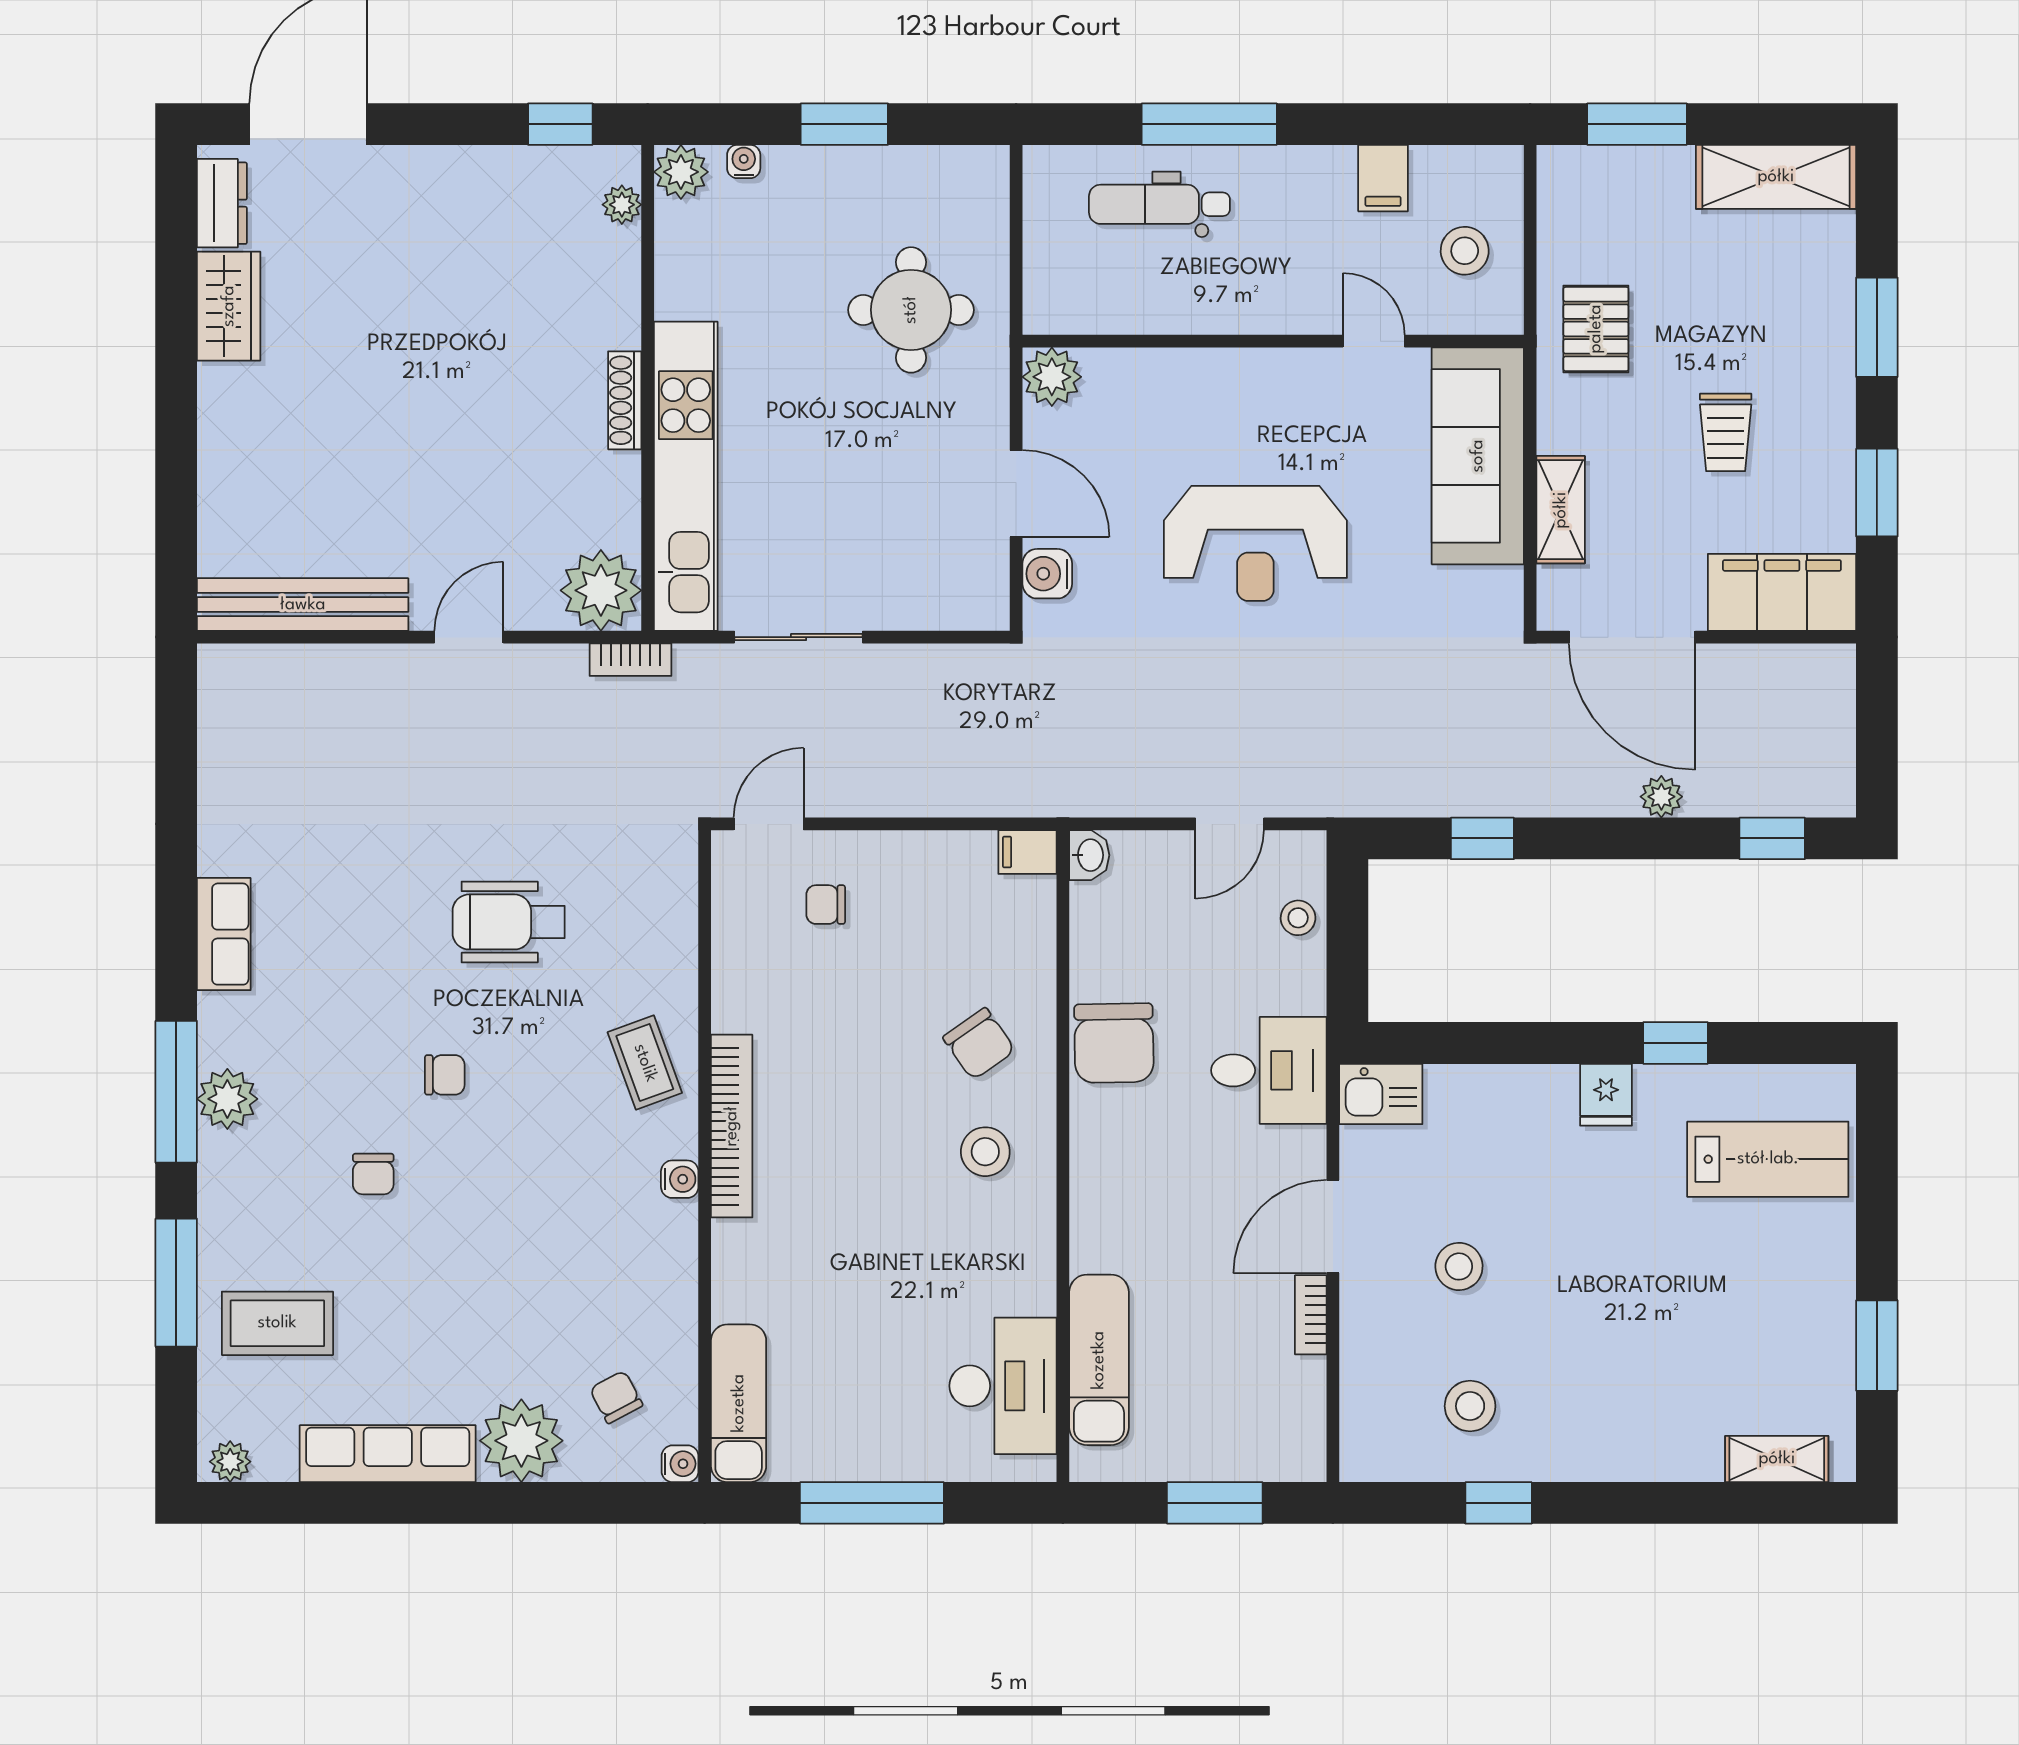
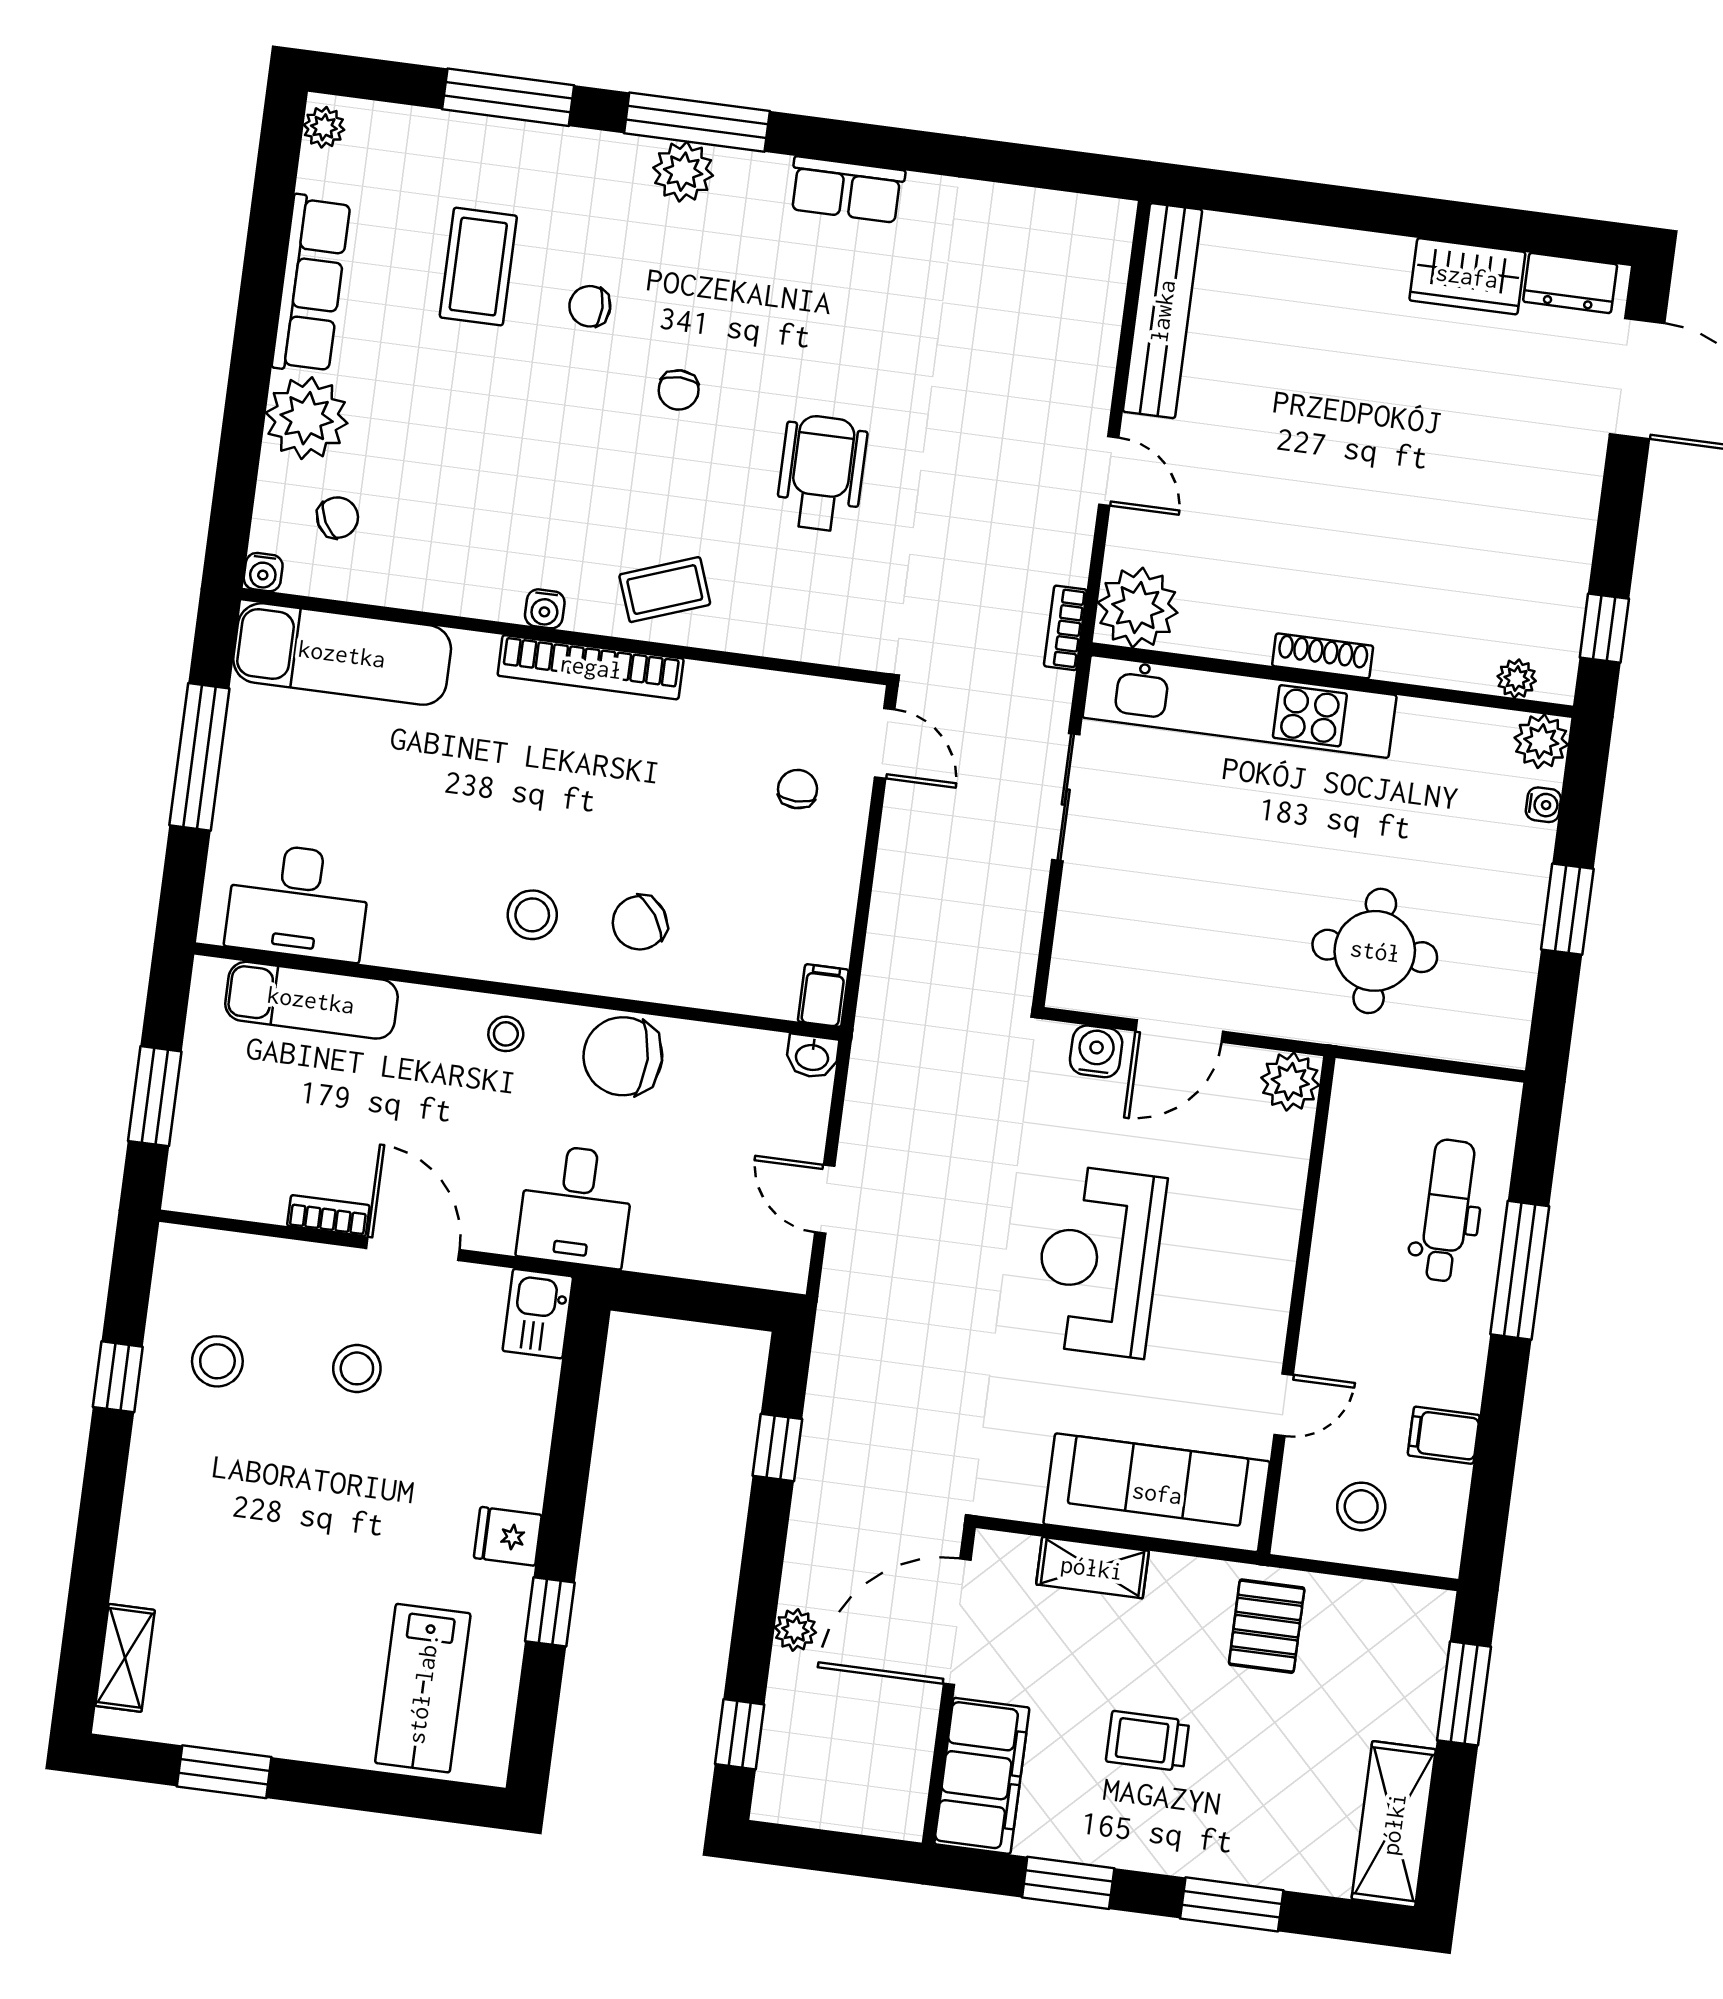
pallet: (1596, 329) -> (1267, 1626), turned 90
stool: (1298, 918) -> (506, 1034), moved
coffee table: (277, 1323) -> (478, 267), moved
exam couch: (739, 1403) -> (342, 654), width x1.36, depth x1.45

